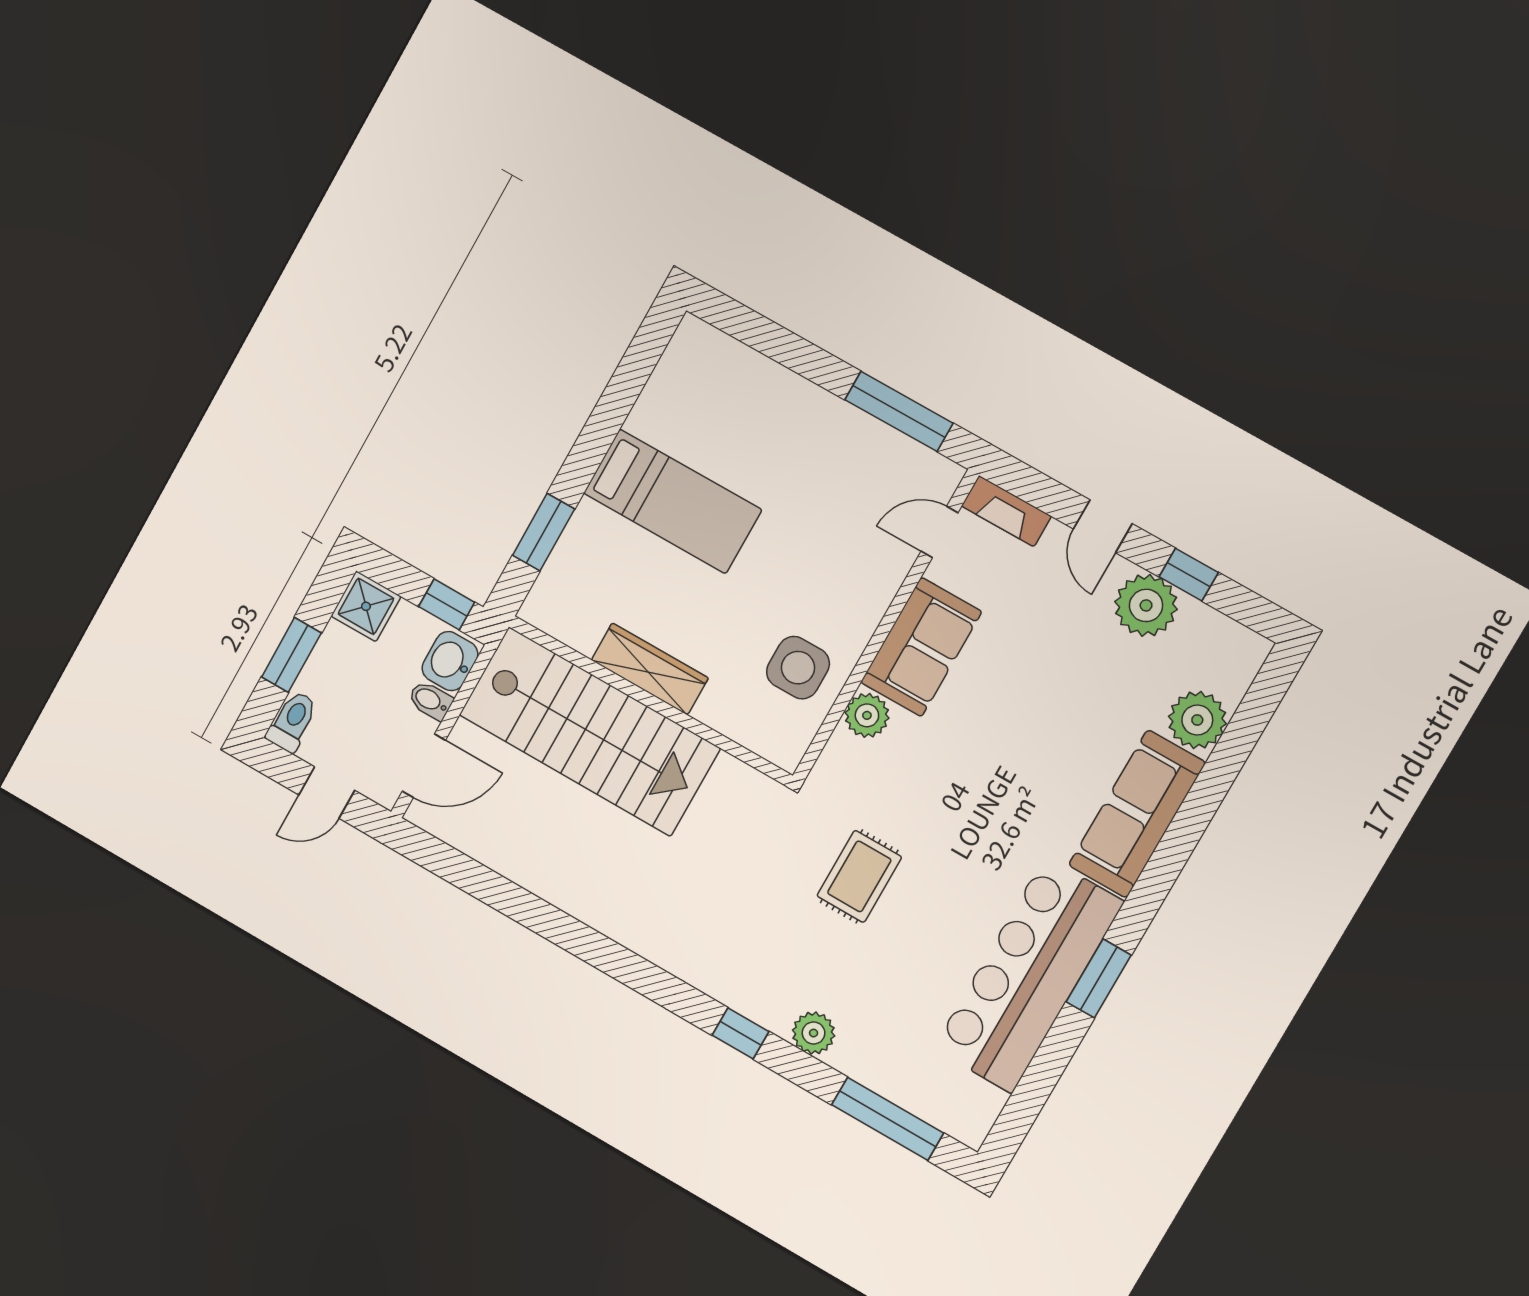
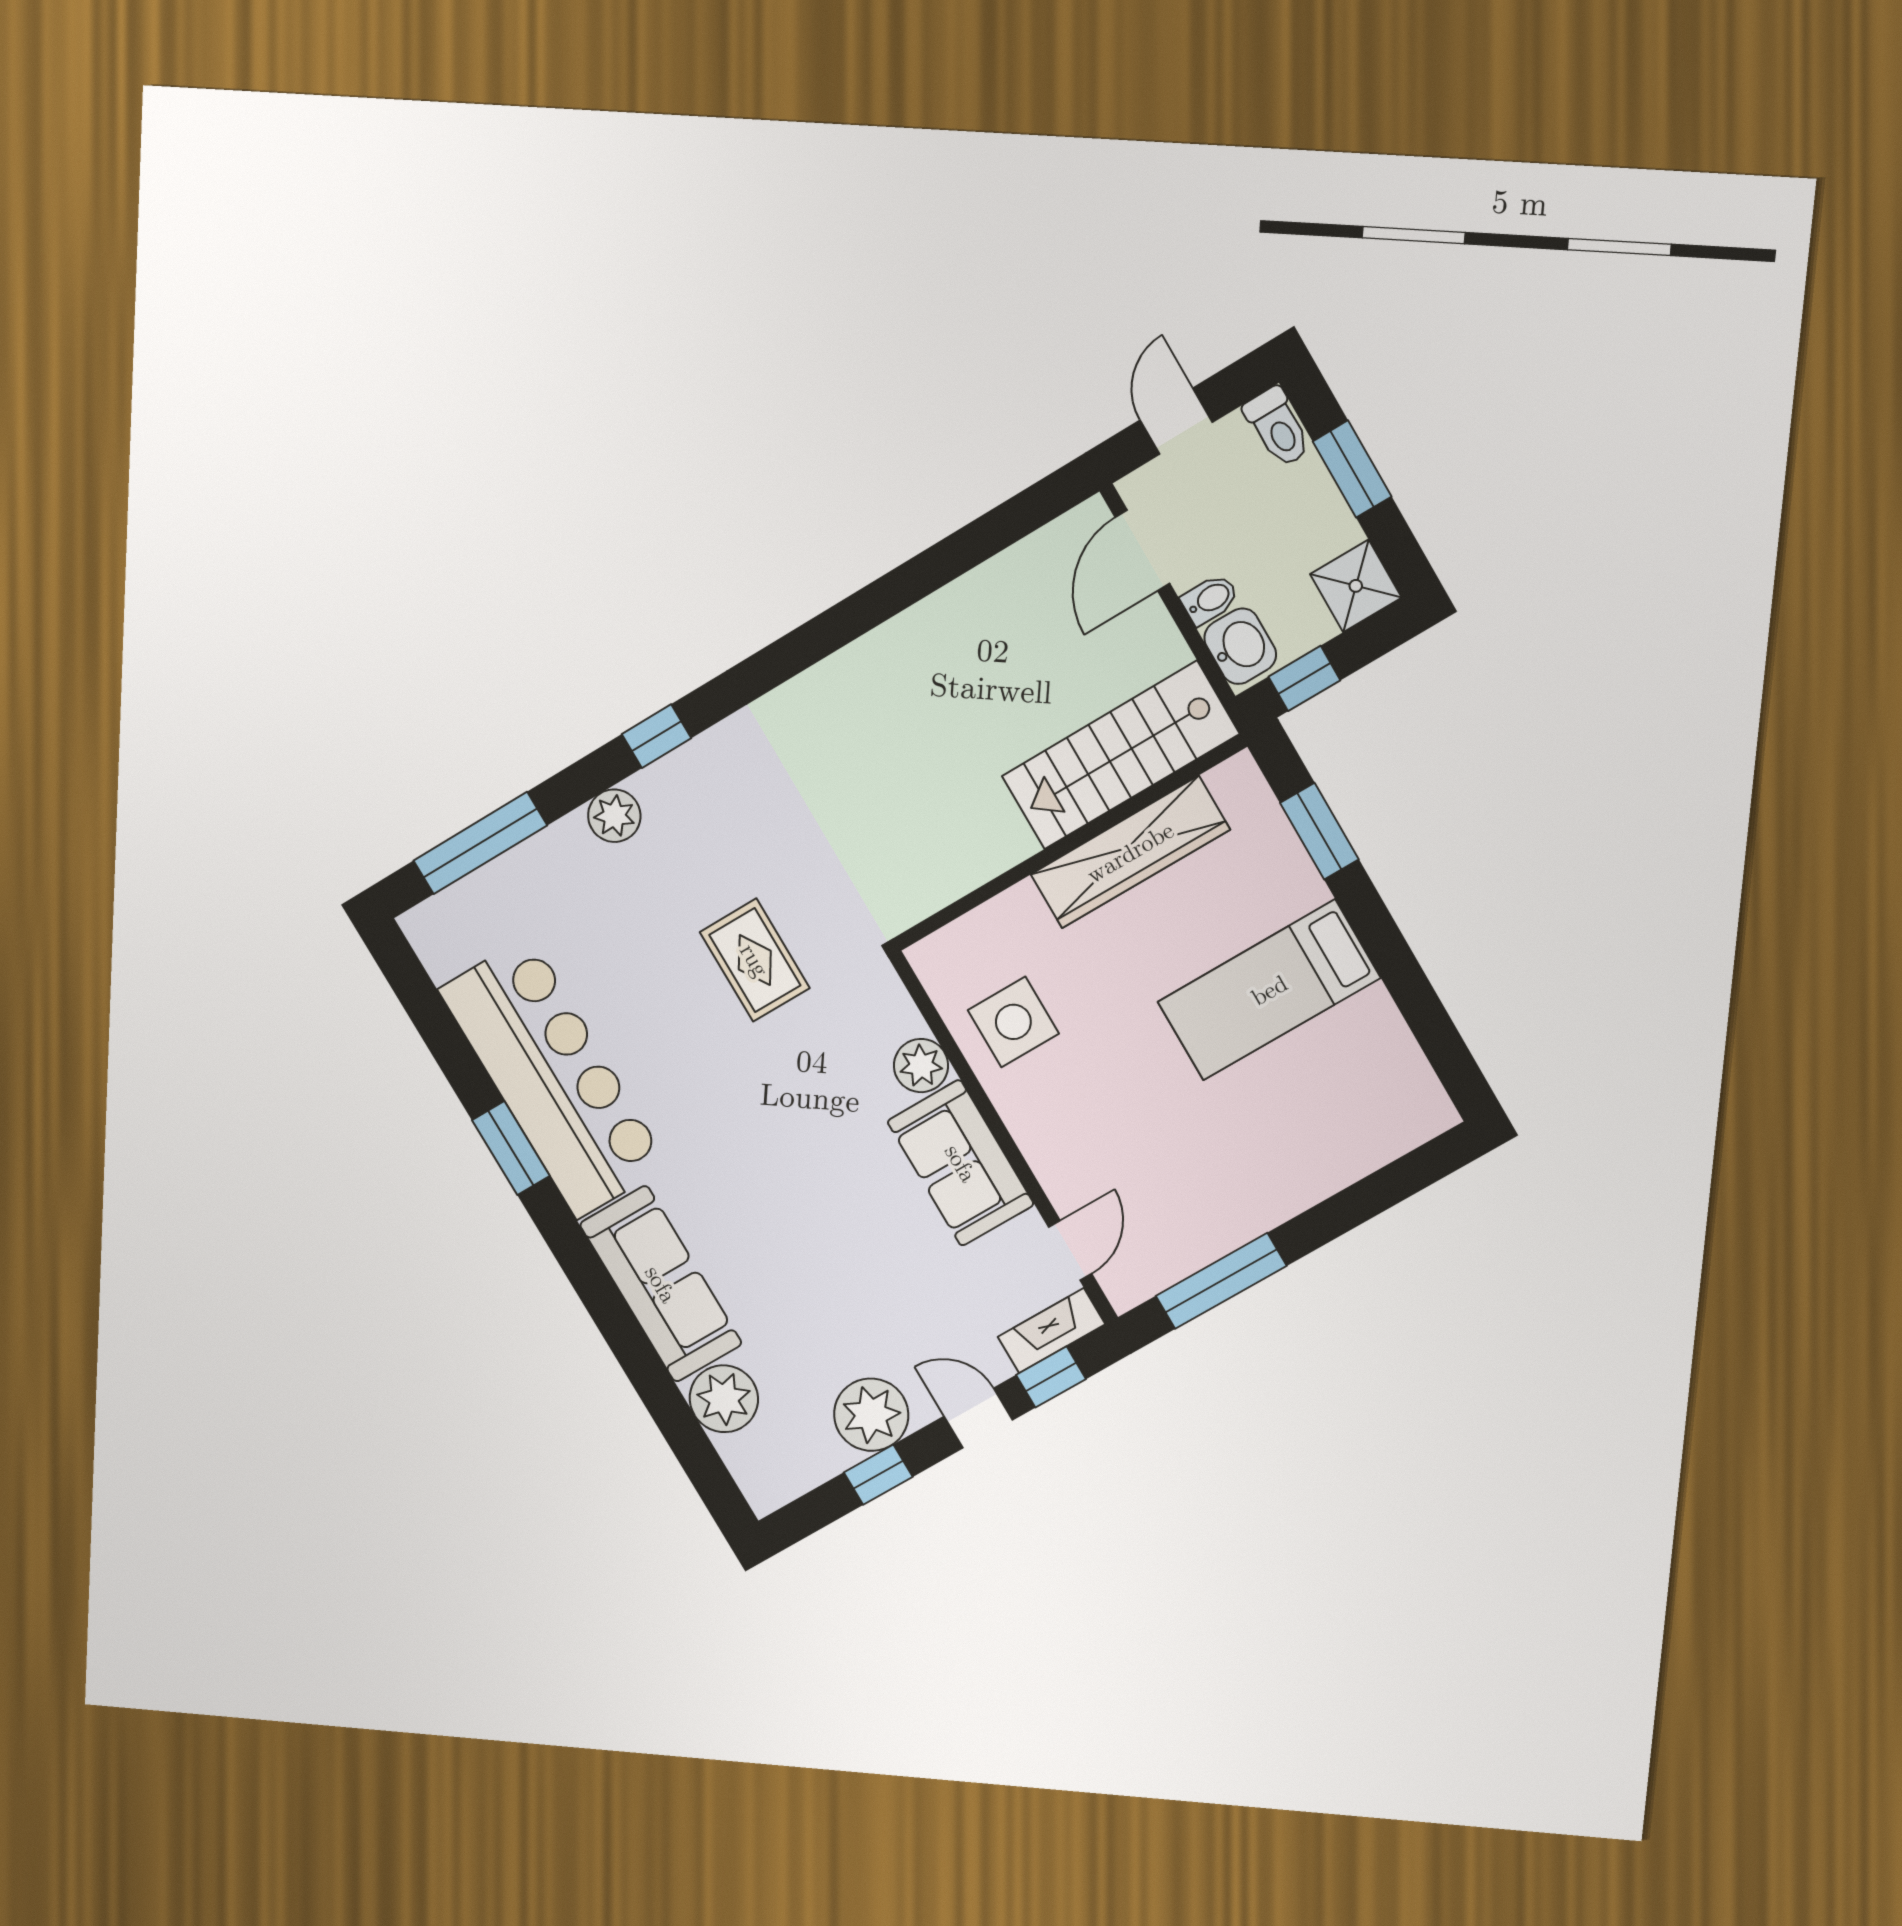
window: (1041, 491) -> (1051, 1377), added
wardrobe: (650, 669) -> (1130, 852), width x1.40, depth x1.17
stairs: (589, 732) -> (1120, 755), width x0.73, depth x0.66

